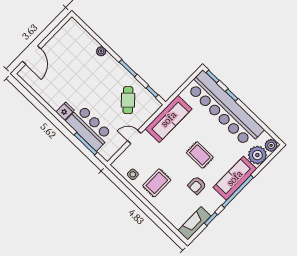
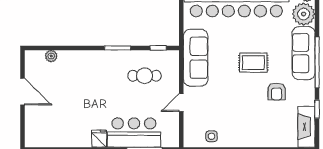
plant: (101, 51) -> (51, 56), moved
door: (32, 55) -> (23, 92), moved
cafe table: (128, 100) -> (144, 76), turned -47
rug: (157, 183) -> (240, 123), removed

